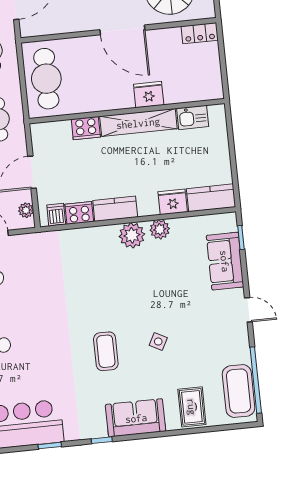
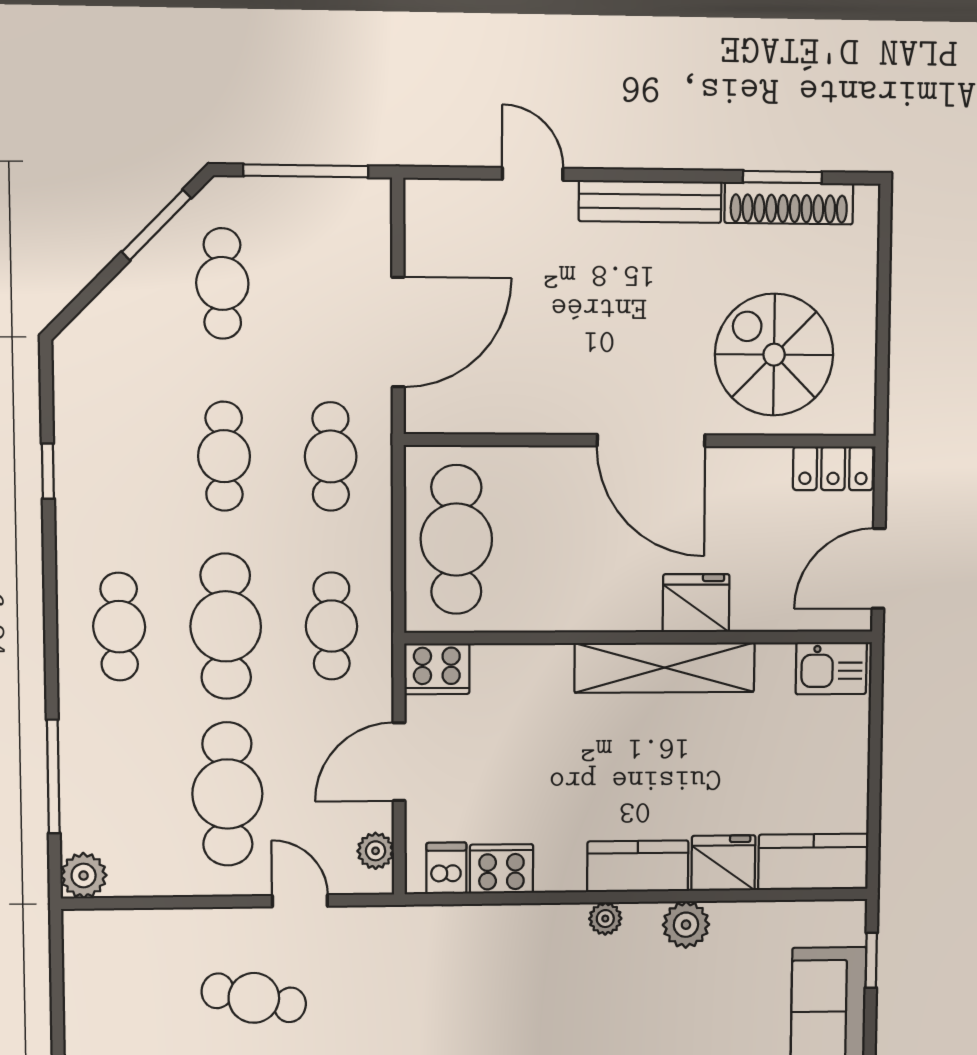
door: (224, 72) -> (879, 568), added
kitchen sink: (193, 117) -> (831, 668), moved
cooker: (86, 128) -> (437, 669), moved
kitchen counter: (115, 209) -> (638, 866), moved
plant: (132, 235) -> (605, 919), width x0.53, depth x0.53

